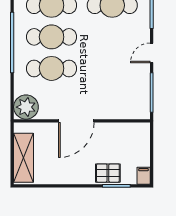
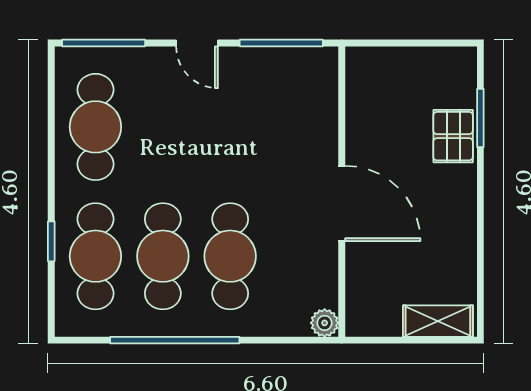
plant: (26, 107) -> (325, 323), width x0.53, depth x0.53
shelving: (24, 158) -> (438, 321), width x0.67, depth x0.75
filing cabinet: (144, 176) -> (459, 60), removed

